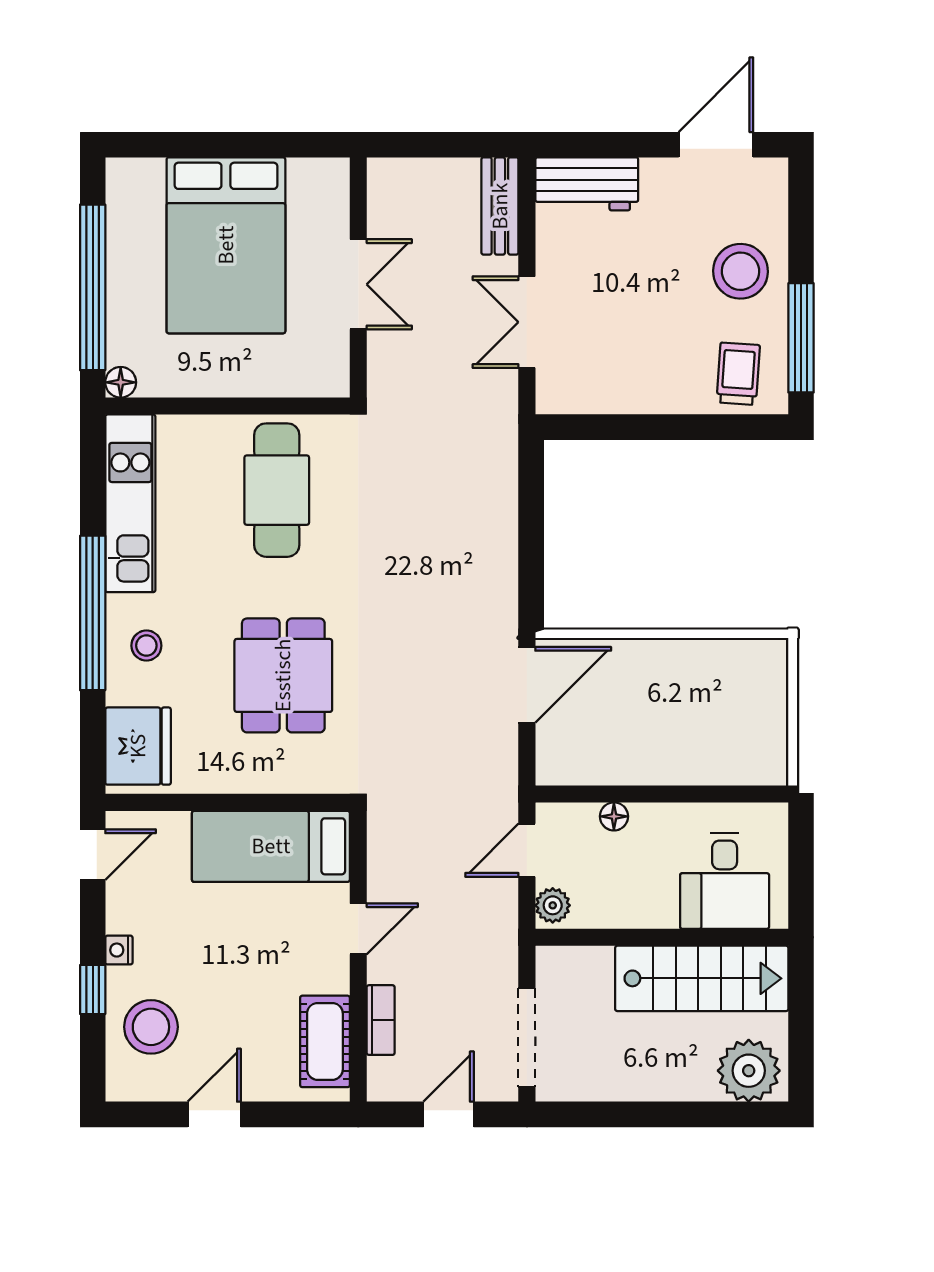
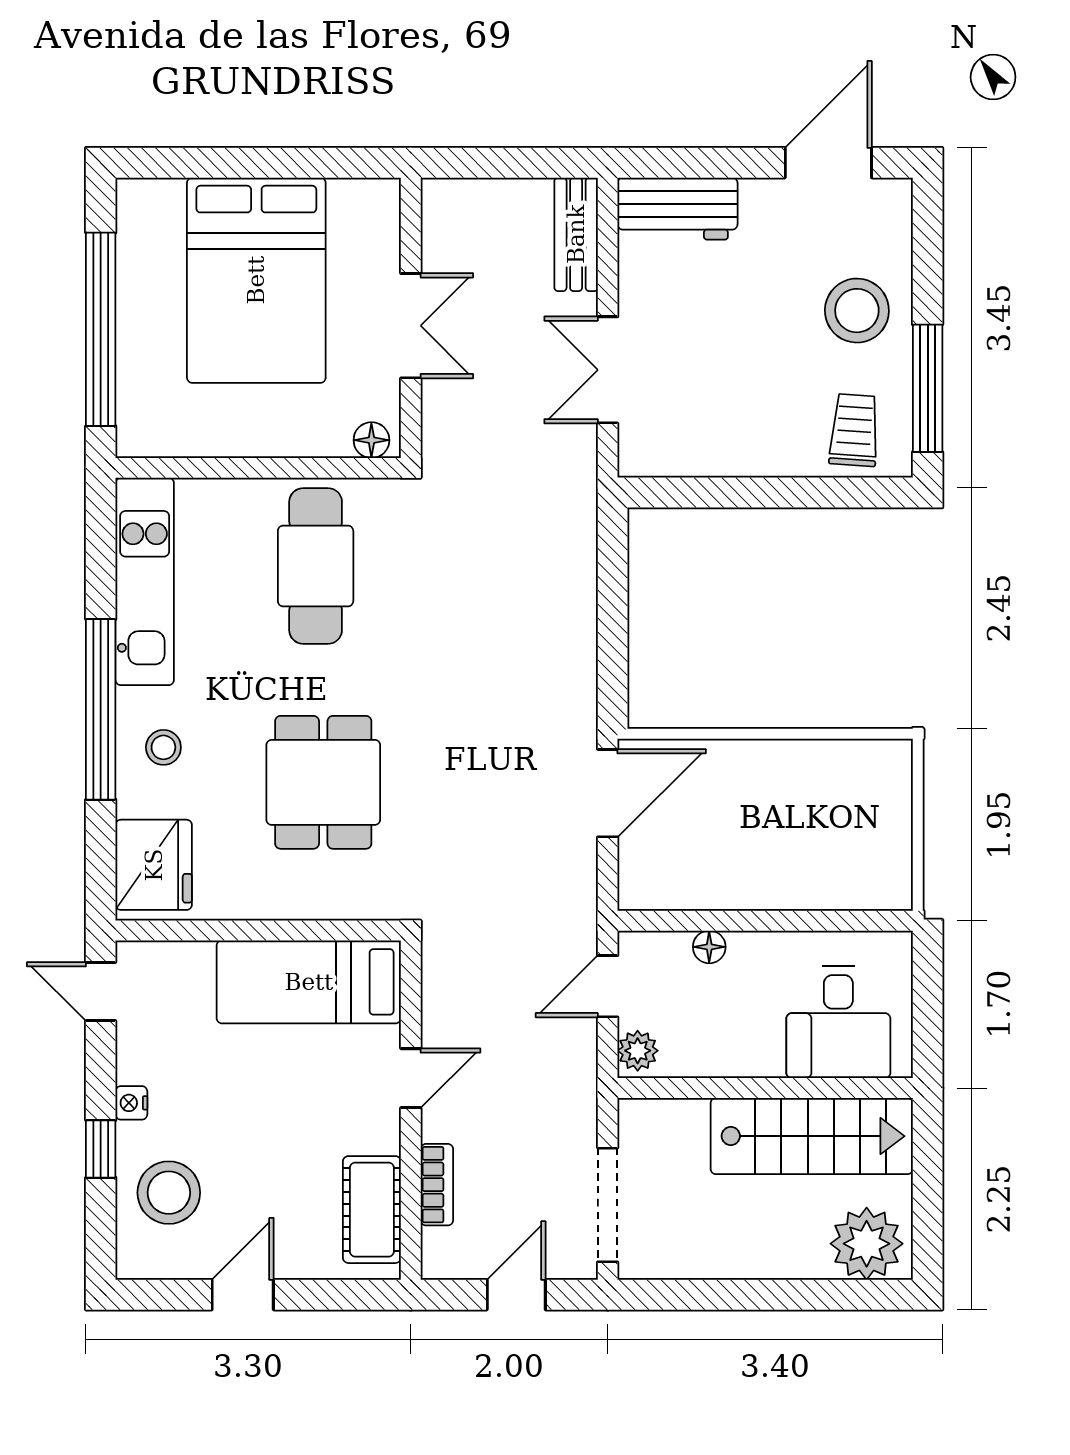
floor lamp: (121, 382) -> (371, 440), moved
door: (93, 855) -> (101, 991), swing flipped

